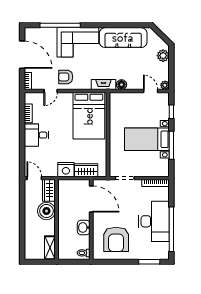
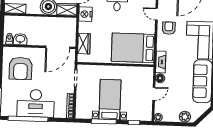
door: (151, 91) -> (154, 94), moved
nightstand: (66, 170) -> (85, 14), moved
washbasin: (84, 227) -> (20, 39), moved
armchair: (116, 239) -> (21, 68), turned -90

